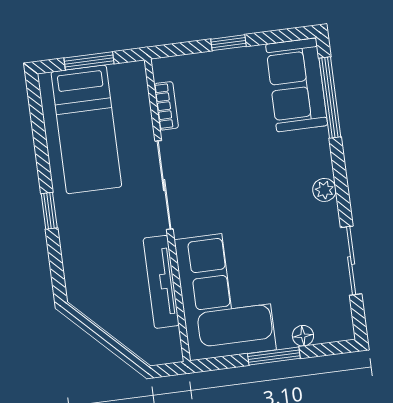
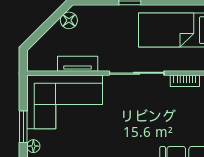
tv unit: (161, 282) -> (78, 64), width x0.71
floor lamp: (93, 305) -> (69, 20), added

